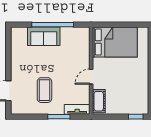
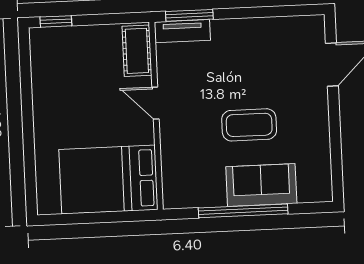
door: (91, 77) -> (156, 103), swing flipped
coffee table: (44, 90) -> (249, 125), moved, turned 90
window: (59, 117) -> (189, 15), moved

